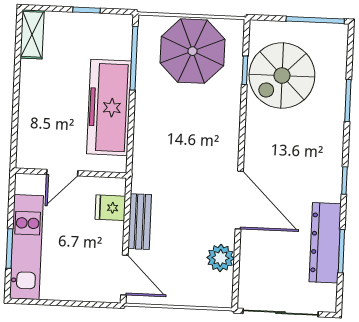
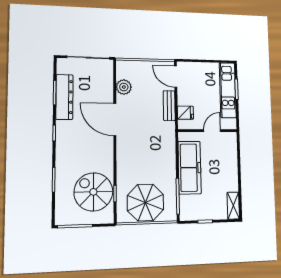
spiral stairs: (282, 76) -> (93, 192), turned -90

